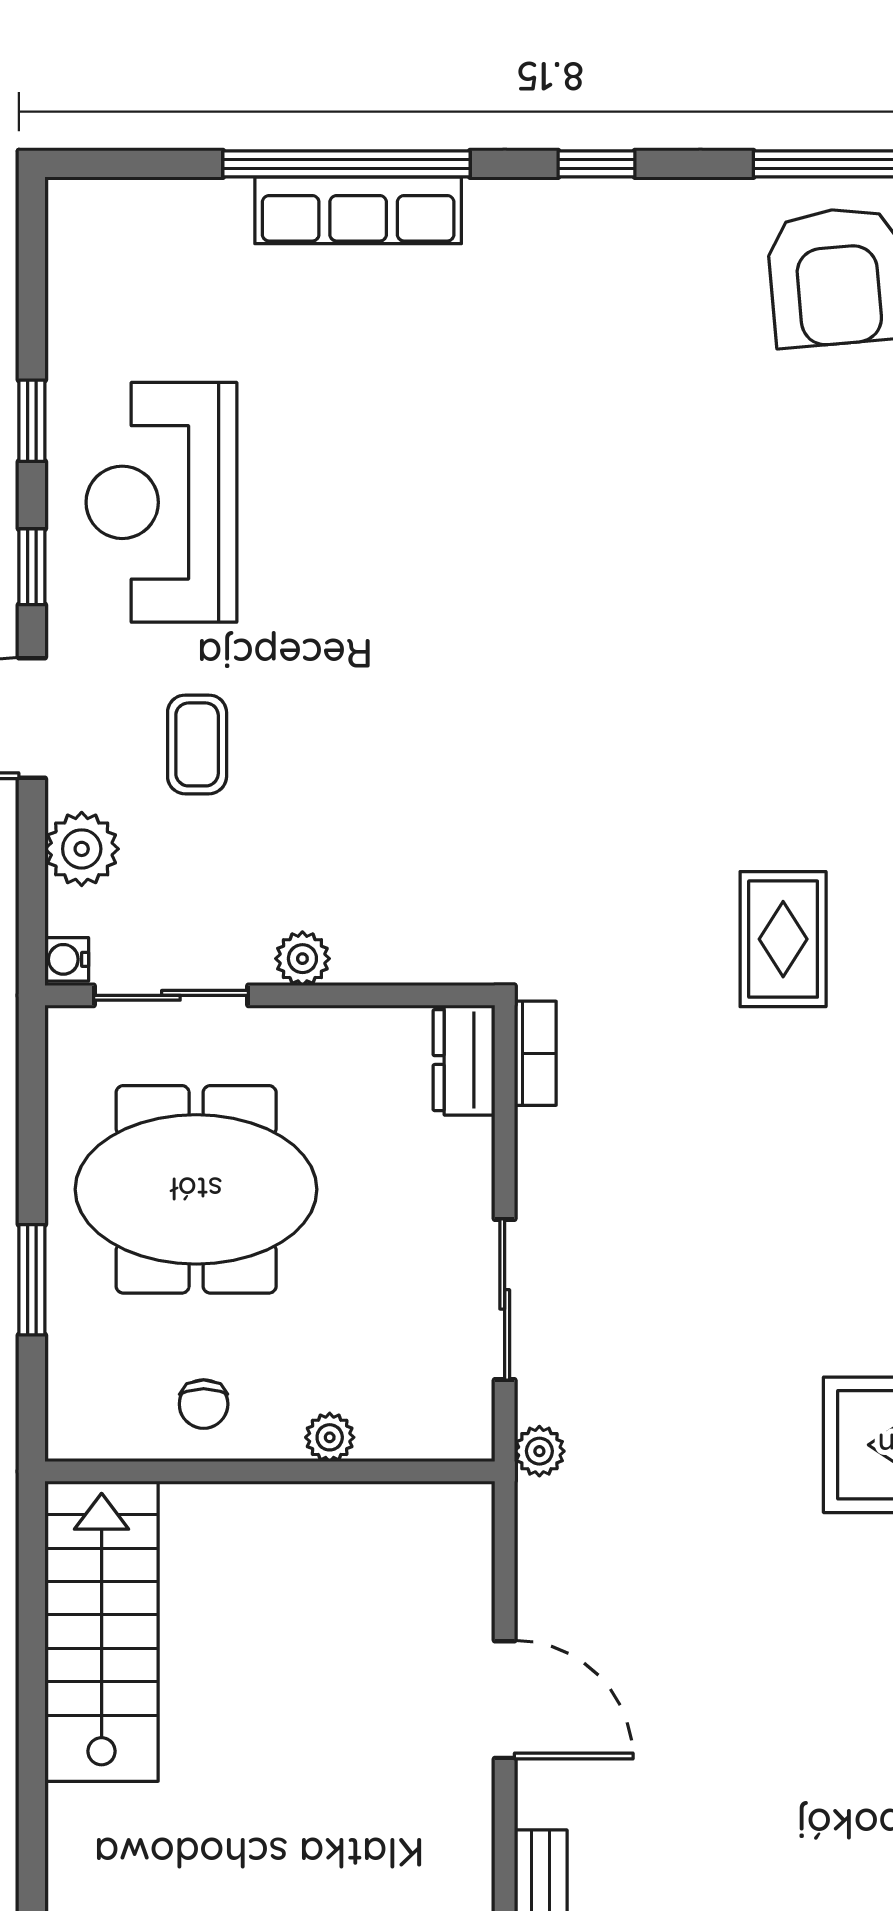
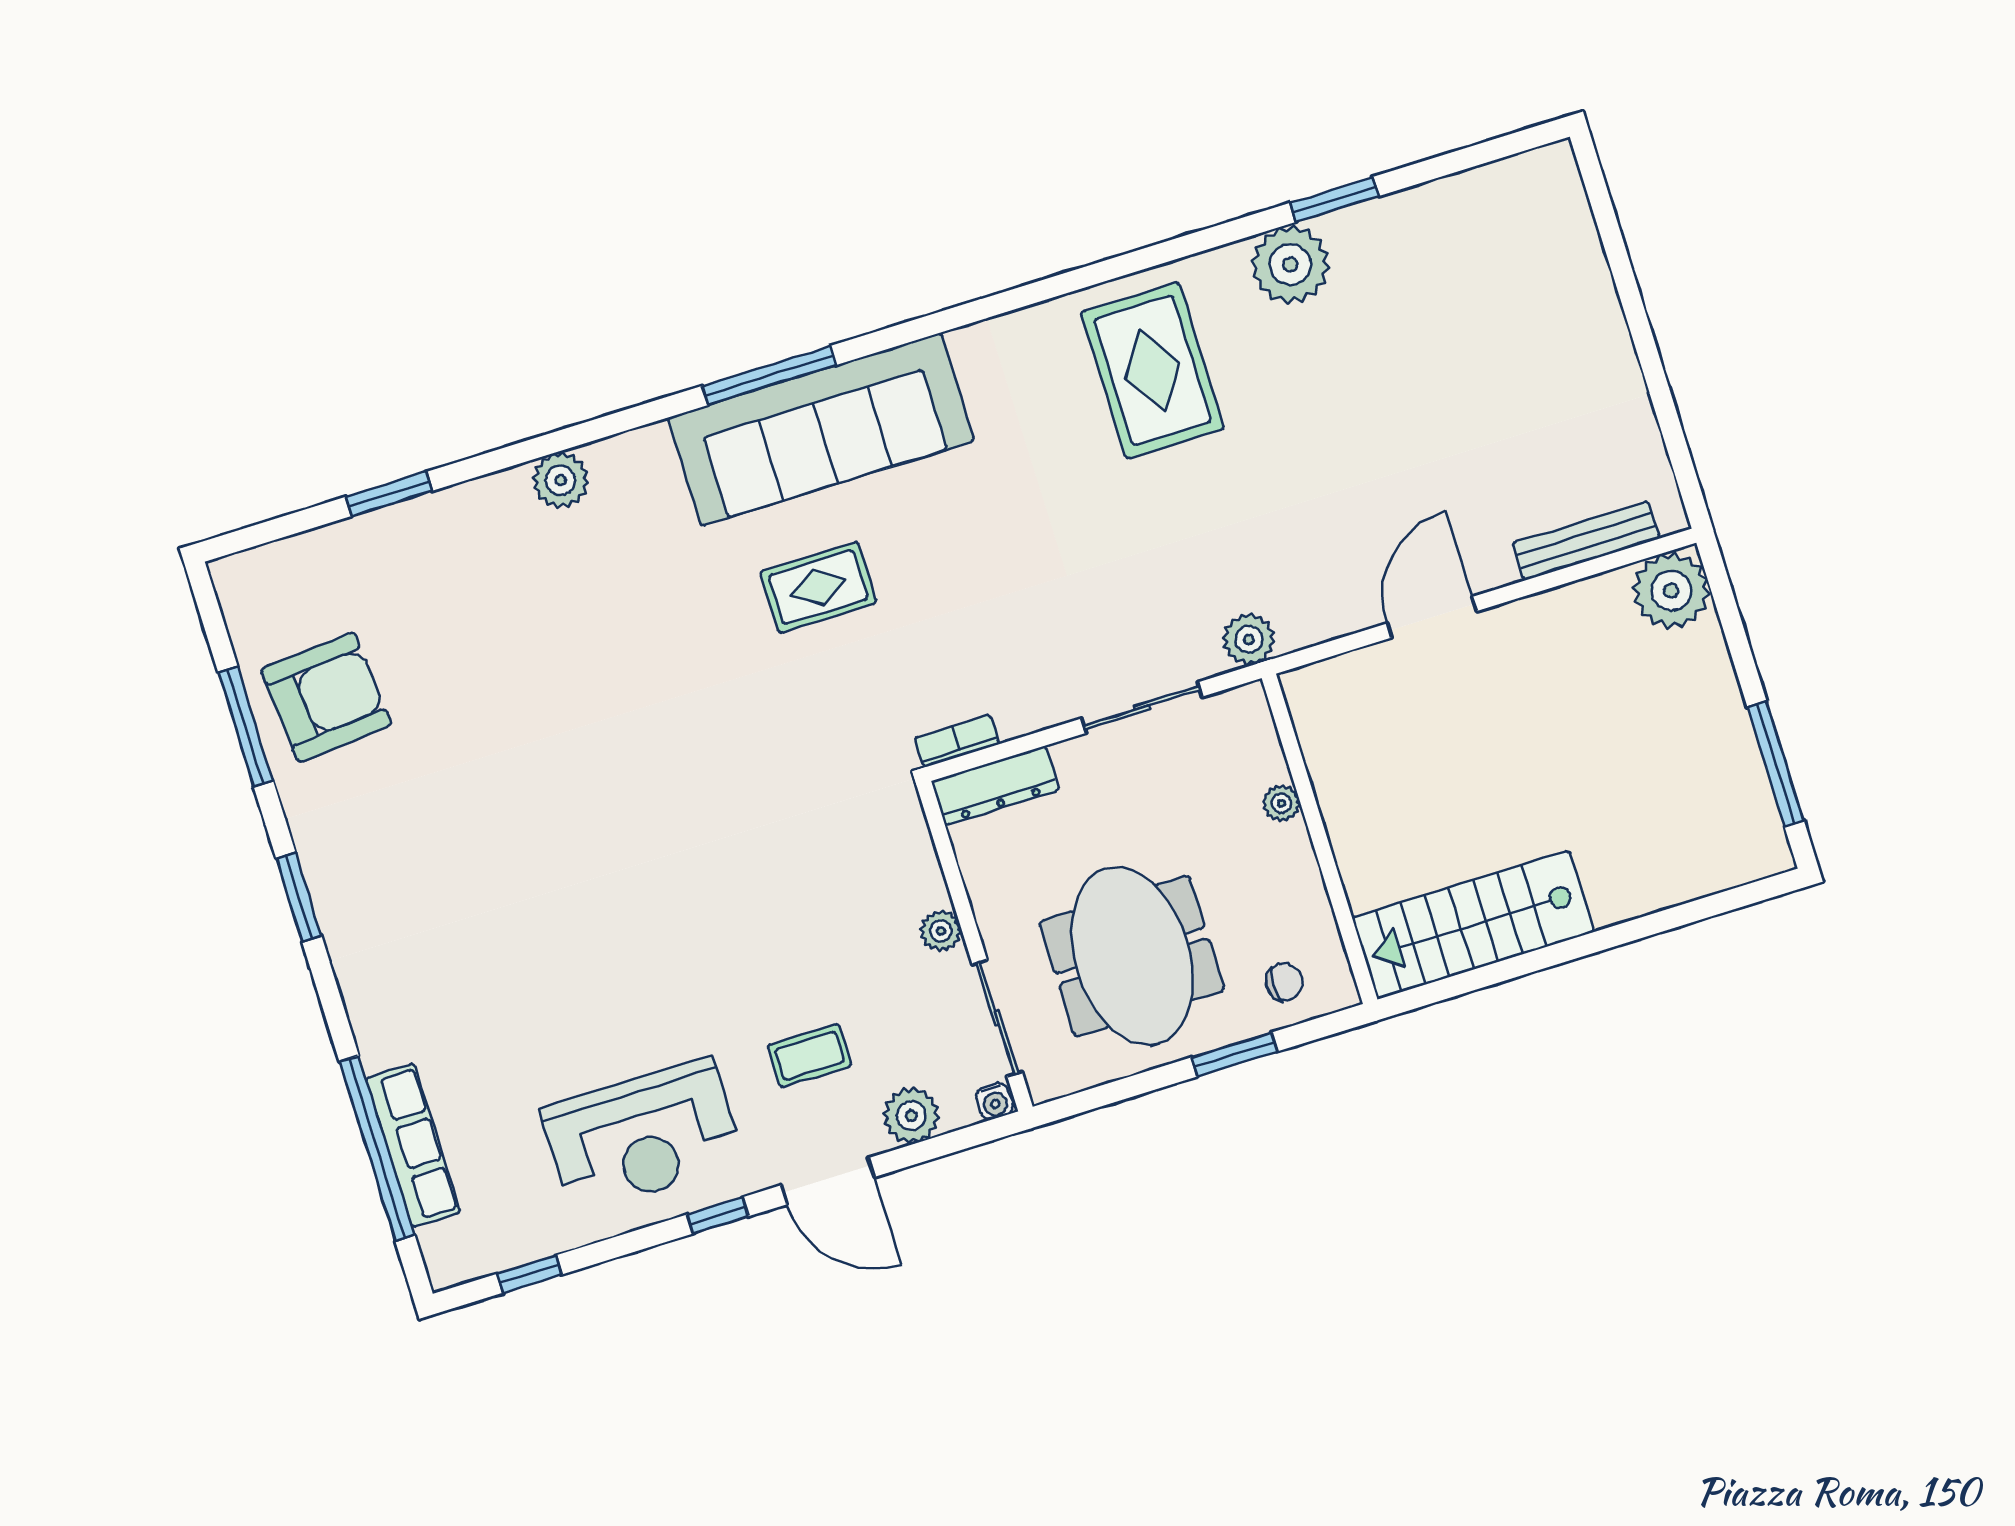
window: (347, 164) -> (377, 1148), moved
window: (597, 164) -> (299, 897), width x1.50
row of seats: (358, 210) -> (413, 1145), moved
window: (32, 421) -> (529, 1274), moved
dresser: (464, 1060) -> (995, 786), width x1.44
chair: (204, 1404) -> (1284, 982), moved
plant: (539, 1451) -> (1249, 639), width x1.38, depth x1.38

